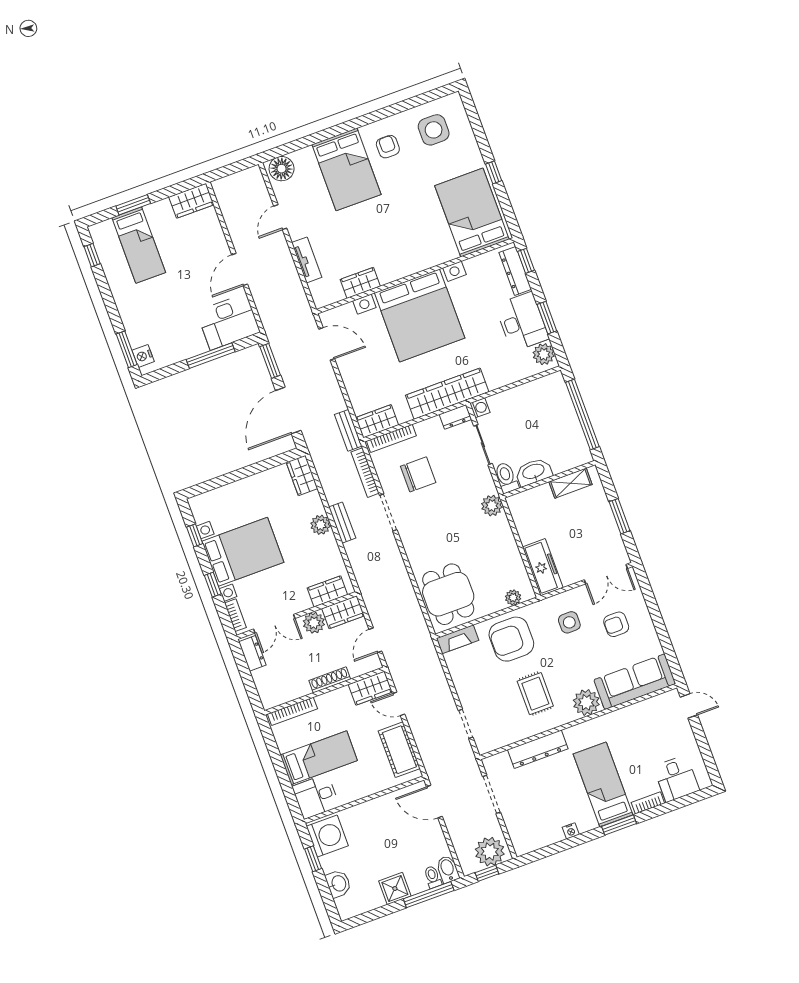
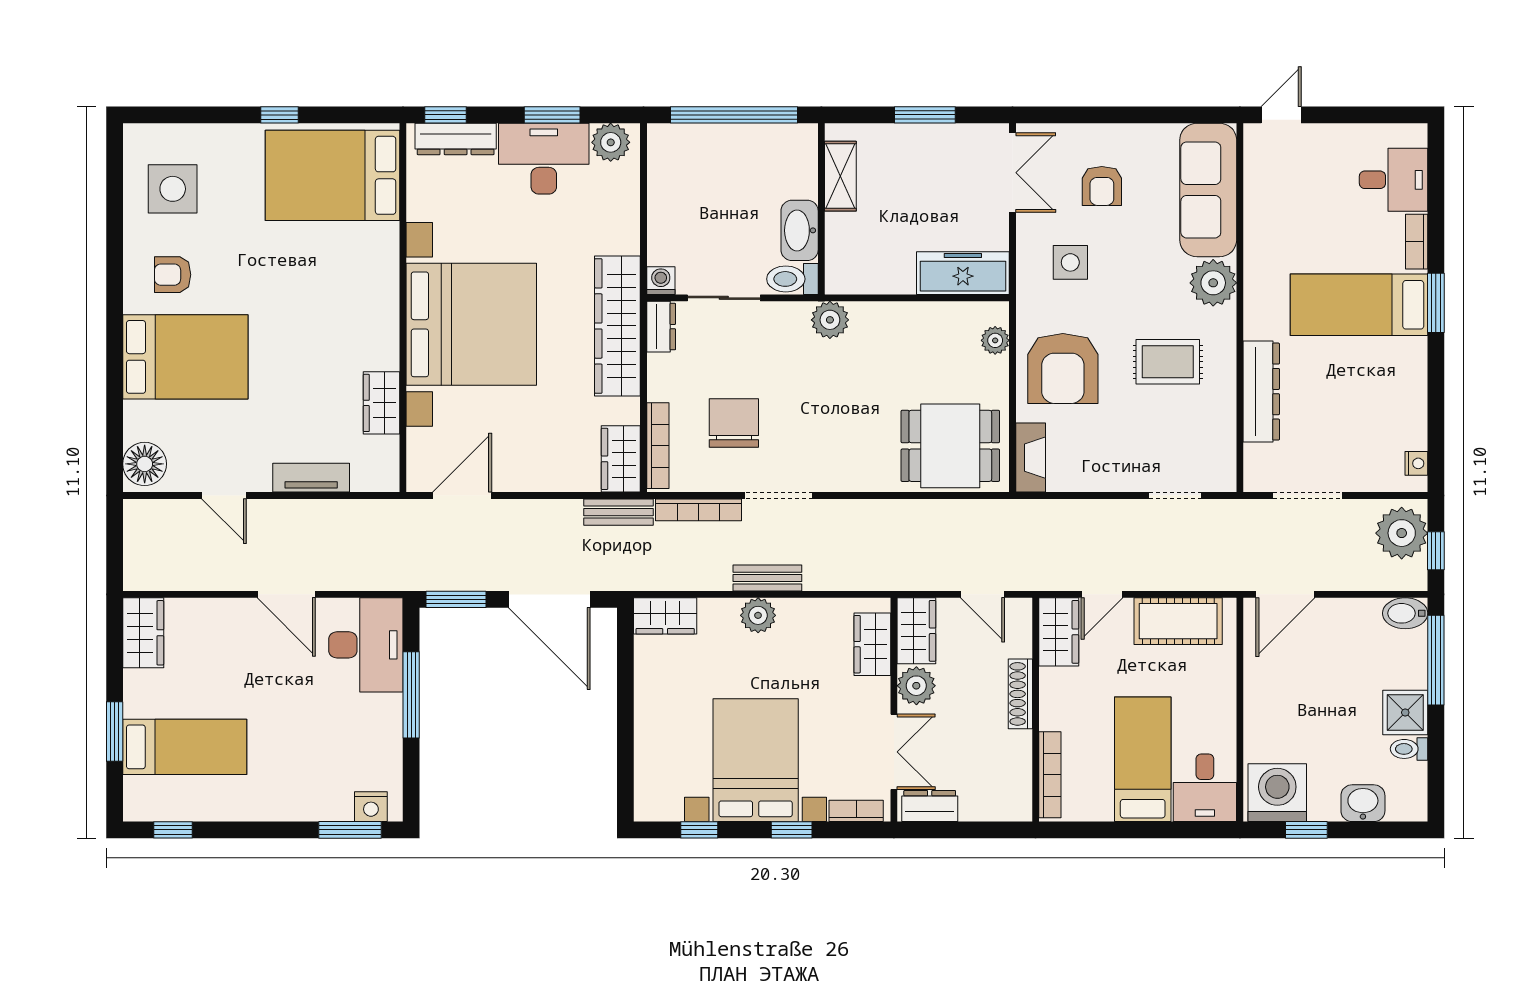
nightstand: (571, 831) -> (1416, 463), moved
toilet: (433, 877) -> (1409, 749), moved

